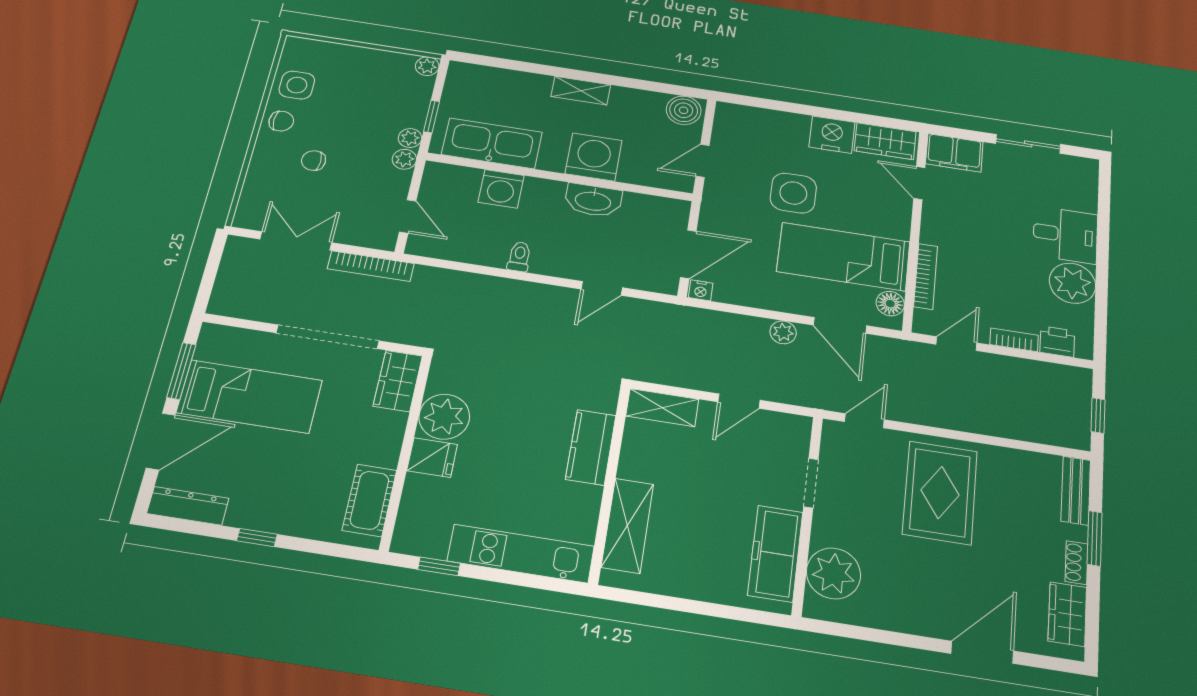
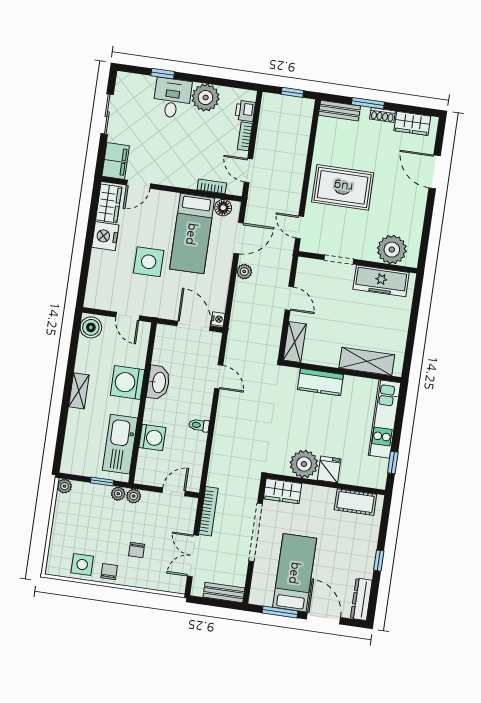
window: (1103, 223) -> (163, 74), added
bookcase: (926, 276) -> (212, 186), width x0.64
bench: (227, 285) -> (224, 592), added

